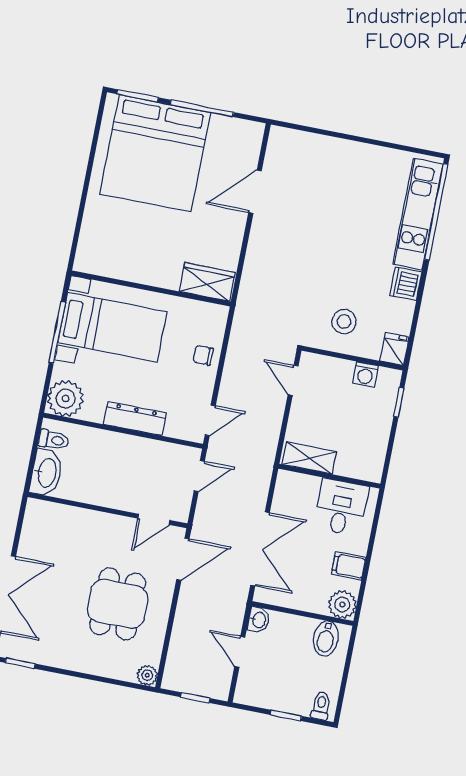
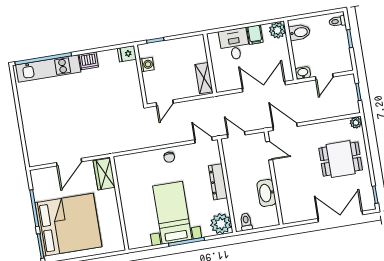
door: (255, 192) -> (69, 162), hinge flipped
wardrobe: (207, 282) -> (104, 174), moved
wall: (151, 289) -> (119, 203), moved
stool: (344, 322) -> (122, 87), removed
washbasin: (46, 473) -> (266, 193), moved, turned -90
desk: (341, 507) -> (234, 44), moved, turned 90
dining table: (118, 604) -> (341, 159), moved

